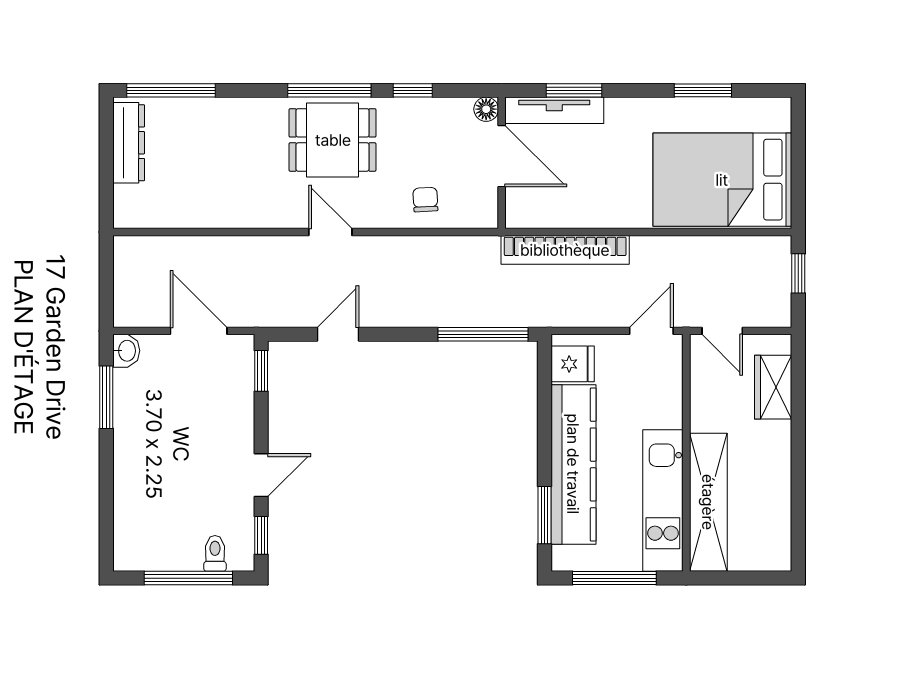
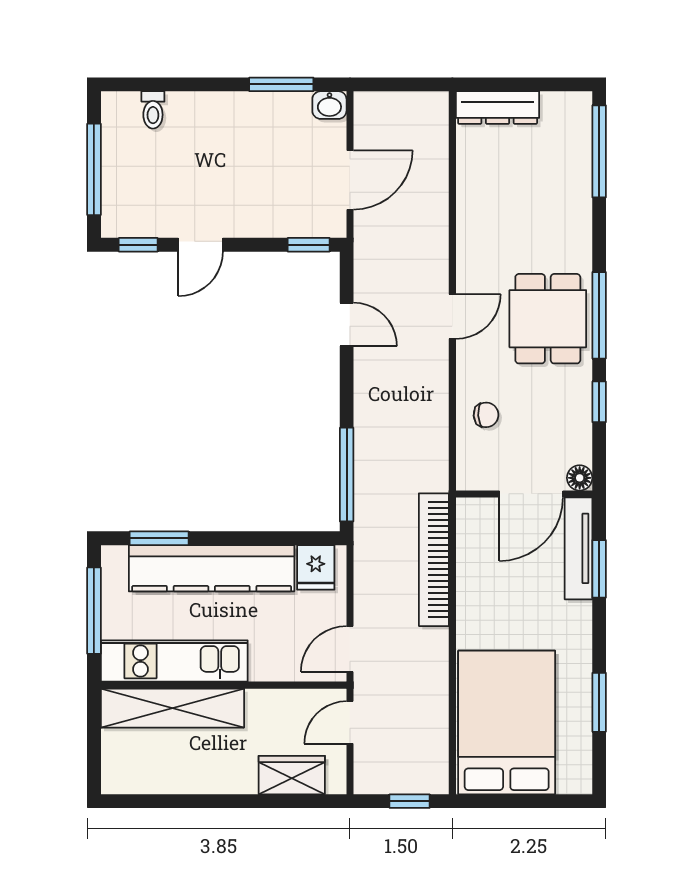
dresser: (129, 143) -> (498, 108), moved
door: (651, 331) -> (350, 649), swing flipped
door: (261, 475) -> (201, 245), hinge flipped
toilet: (215, 553) -> (153, 110), moved, turned 90

